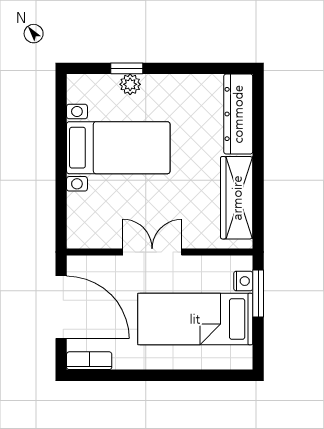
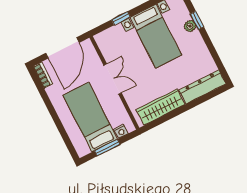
window: (61, 189) -> (121, 18), added
window: (258, 294) -> (107, 148), moved

